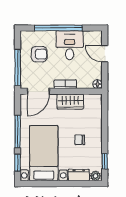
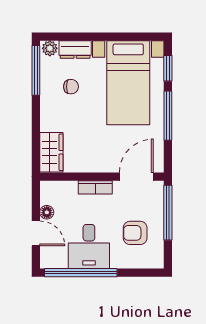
window: (58, 28) -> (81, 273), moved
floor lamp: (97, 84) -> (47, 212), moved
wardrobe: (70, 102) -> (51, 152), moved, turned 90
chair: (80, 140) -> (71, 87), moved
window: (105, 161) -> (36, 70), width x2.17

